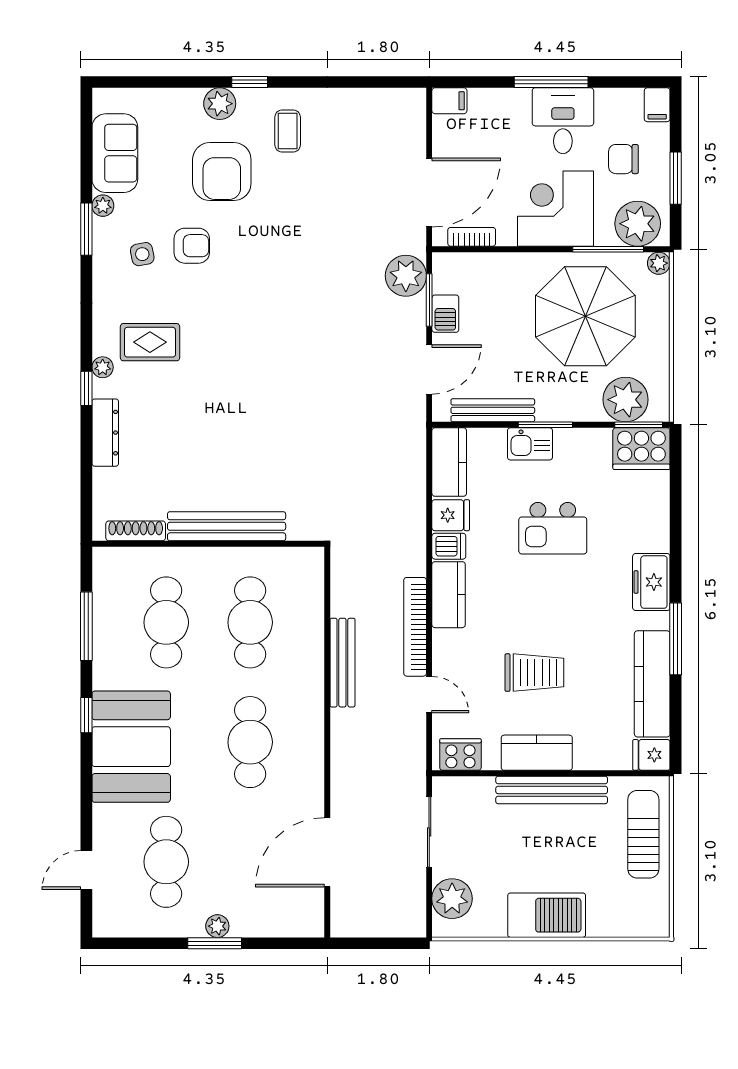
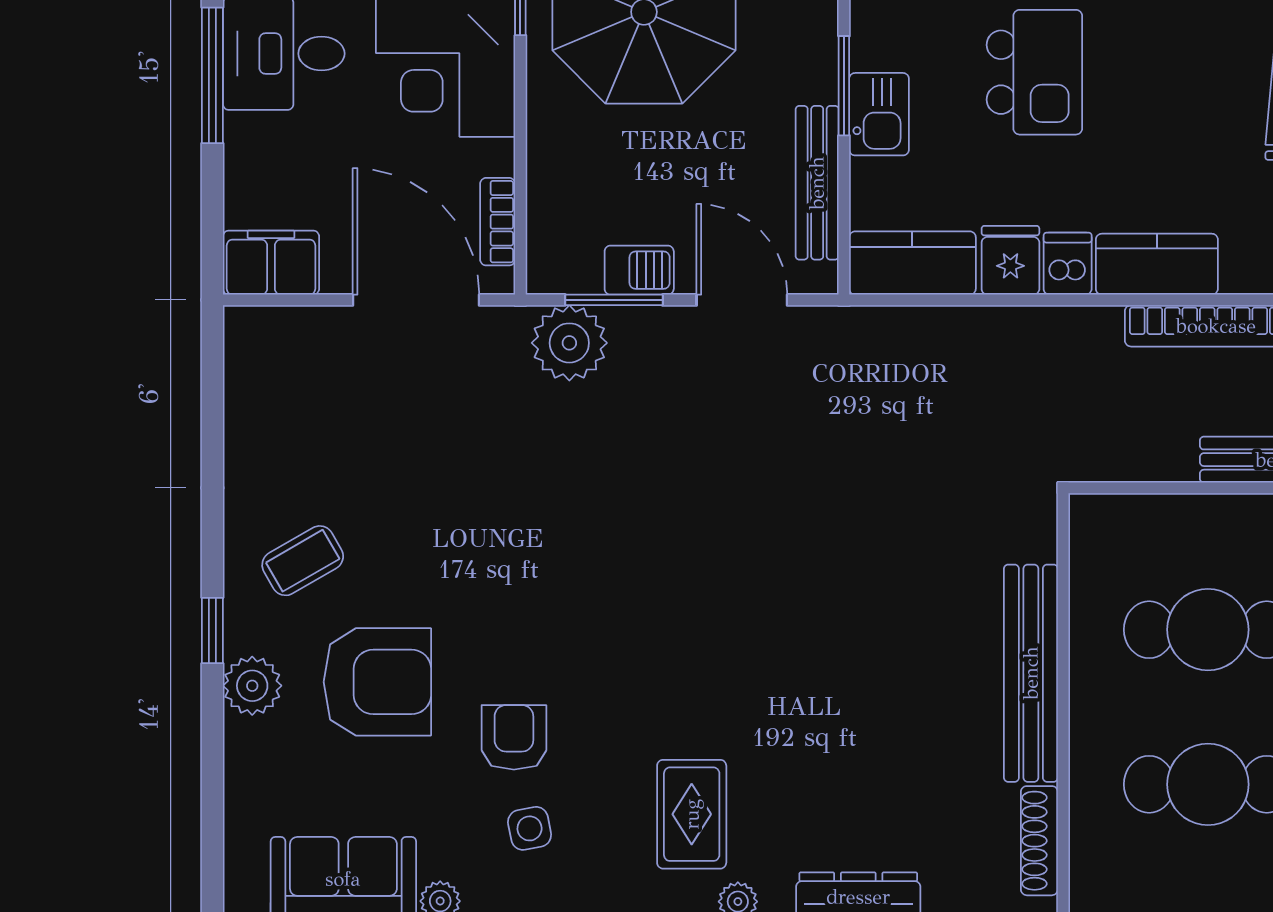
filing cabinet: (449, 101) -> (271, 263), width x2.00
coffee table: (288, 131) -> (303, 561), turned -30

